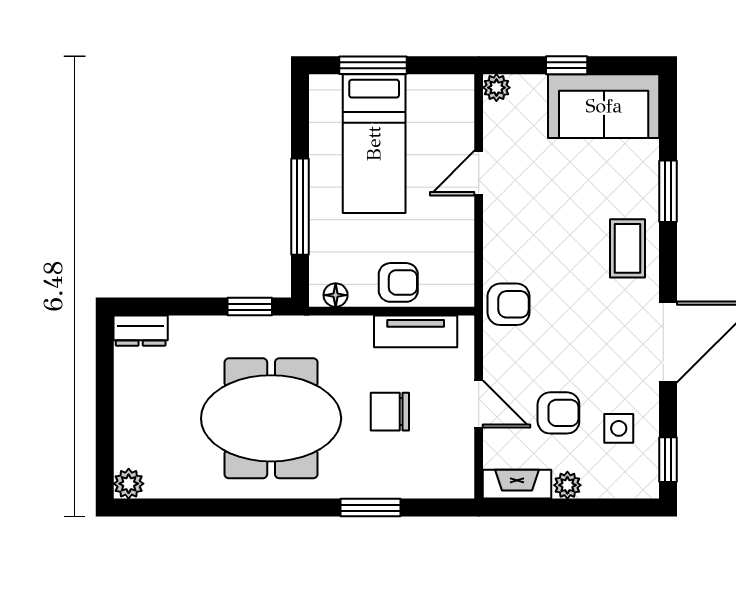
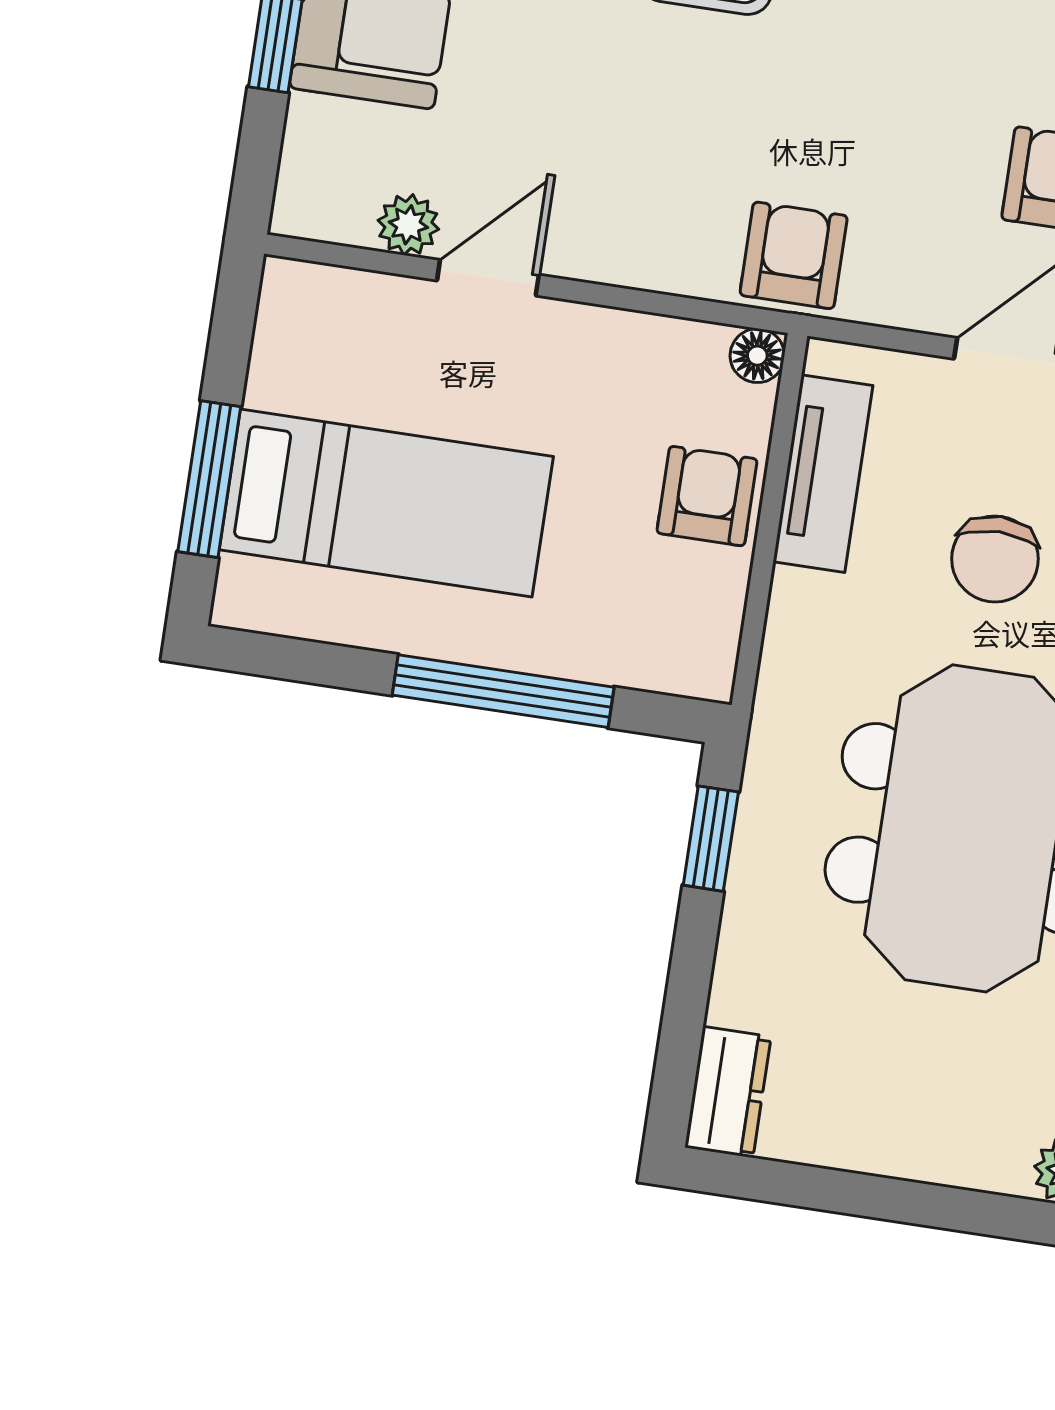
plant: (496, 88) -> (408, 225), moved
door: (479, 173) -> (488, 278), swing flipped
floor lamp: (336, 295) -> (757, 356), moved

